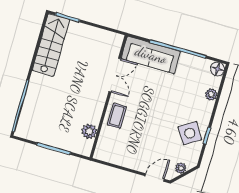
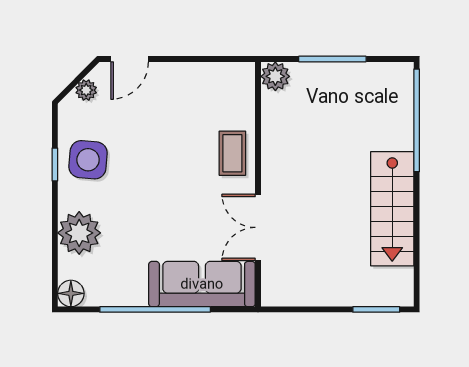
stairs: (51, 45) -> (392, 209), moved
plant: (211, 94) -> (79, 233), width x1.88, depth x1.88
plant: (89, 131) -> (275, 76), moved
side table: (190, 133) -> (88, 160), turned 37

